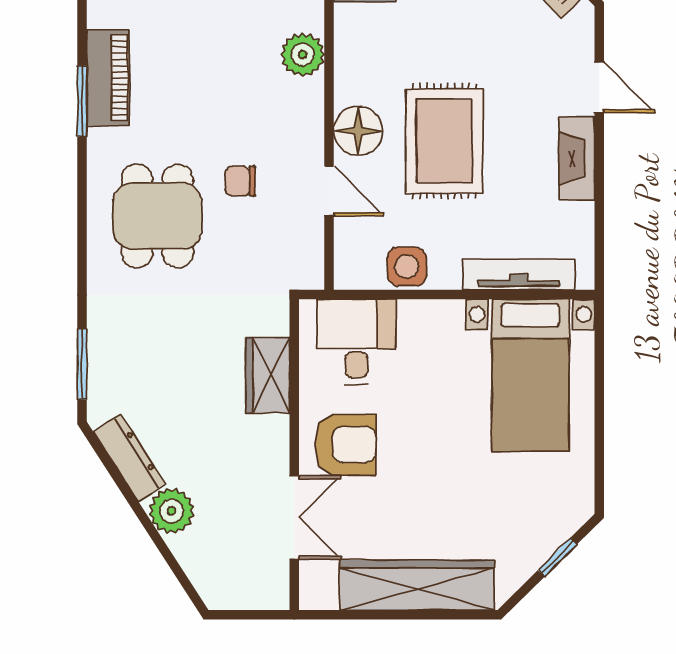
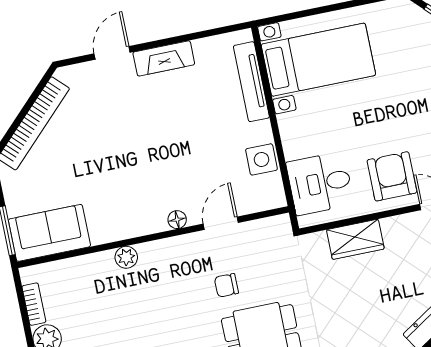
plant: (303, 55) -> (126, 257), width x0.73, depth x0.73
floor lamp: (358, 131) -> (177, 220), width x0.53, depth x0.53
rug: (444, 141) -> (170, 151), removed
chair: (240, 181) -> (226, 285), turned 90

